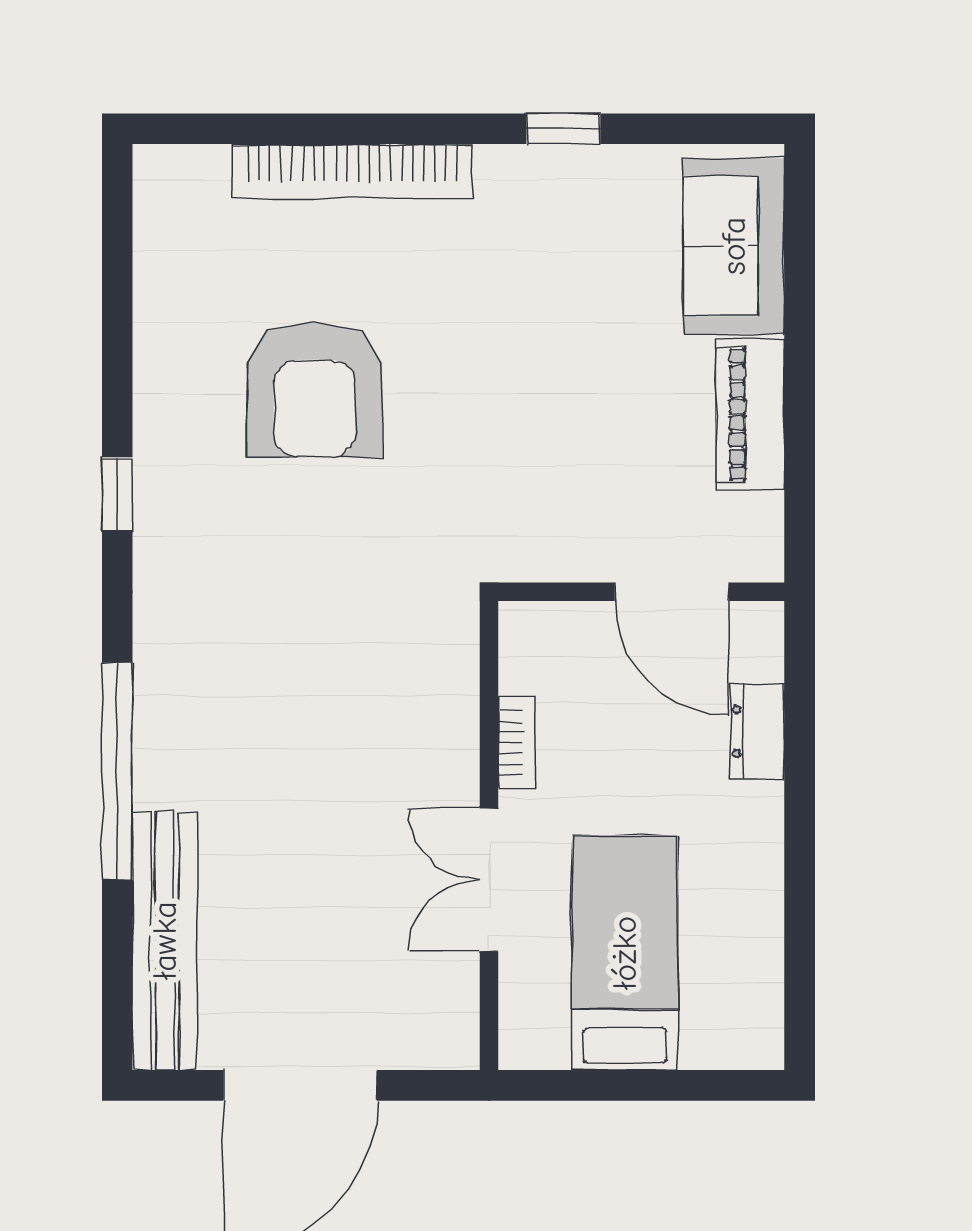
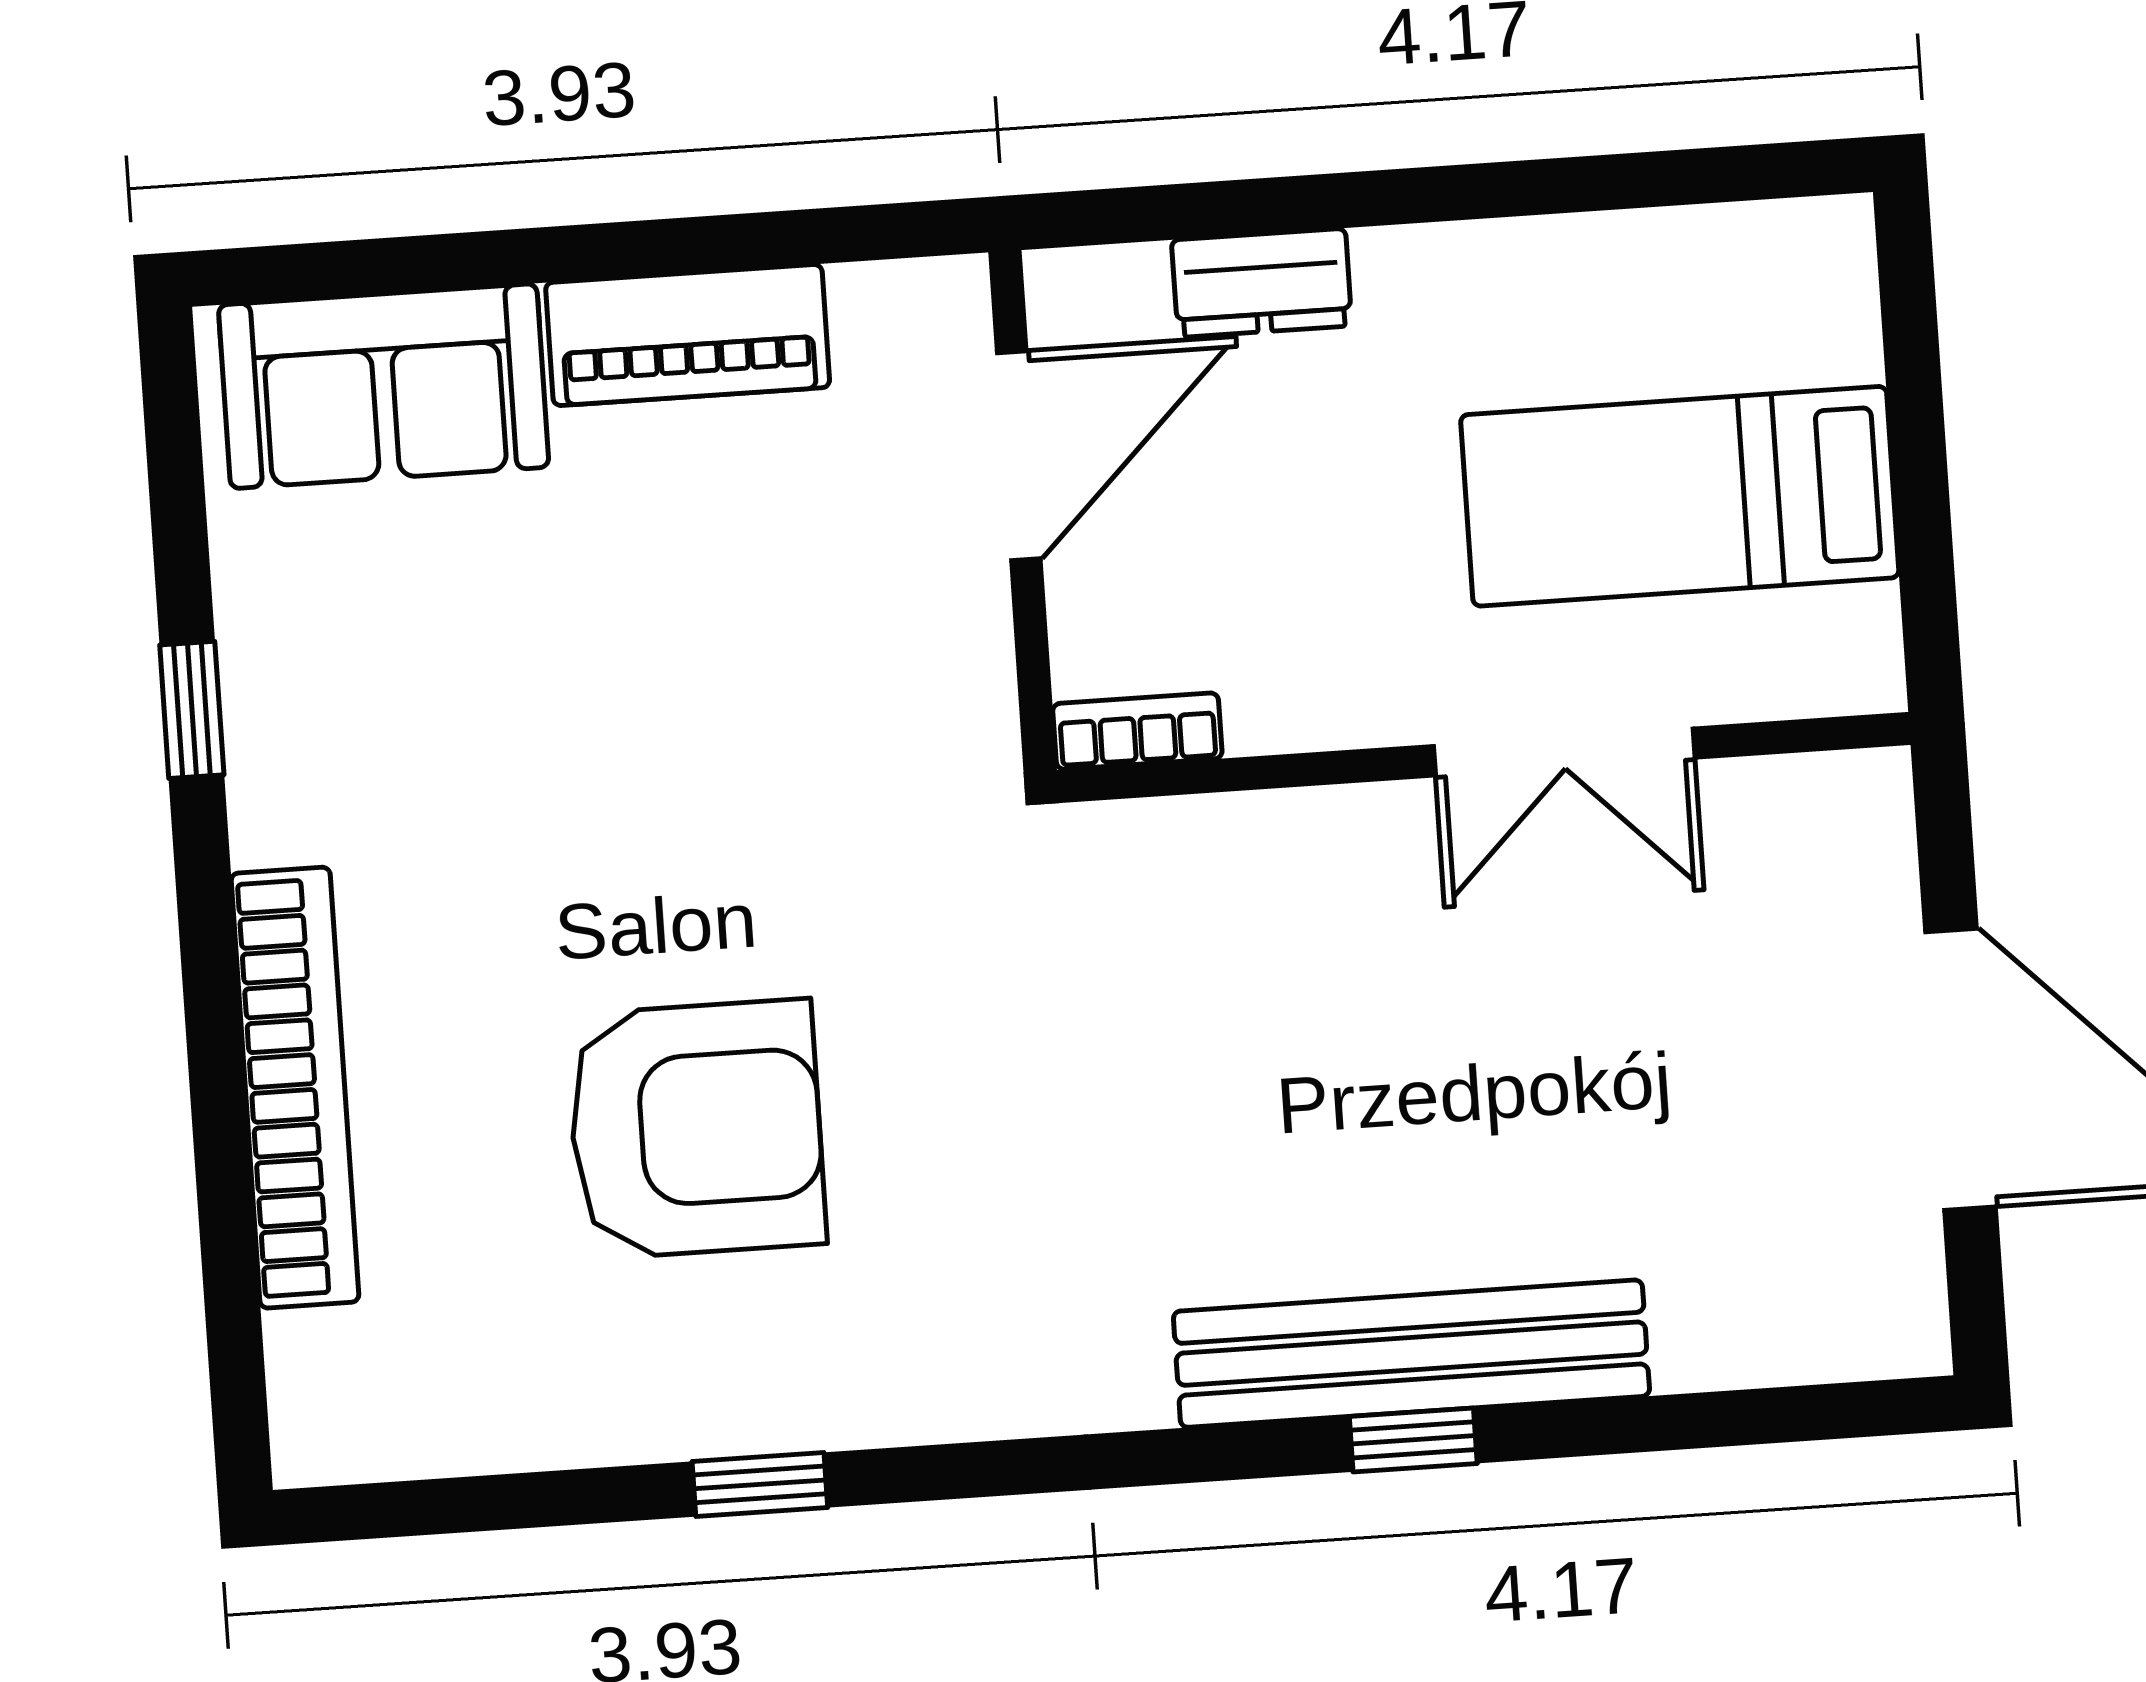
window: (117, 494) -> (760, 1484), moved
bookcase: (516, 743) -> (1137, 731), moved
window: (117, 771) -> (1413, 1440), width x0.32
bench: (165, 941) -> (1411, 1354), moved

